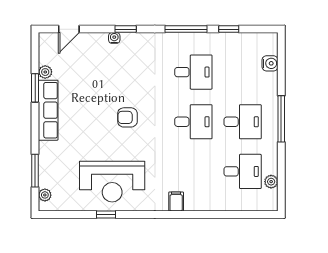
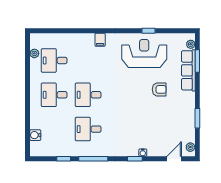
plant: (45, 72) -> (190, 147), moved
row of seats: (48, 110) -> (188, 70), moved
armchair: (127, 117) -> (159, 89), moved
window: (281, 119) -> (28, 97), removed

